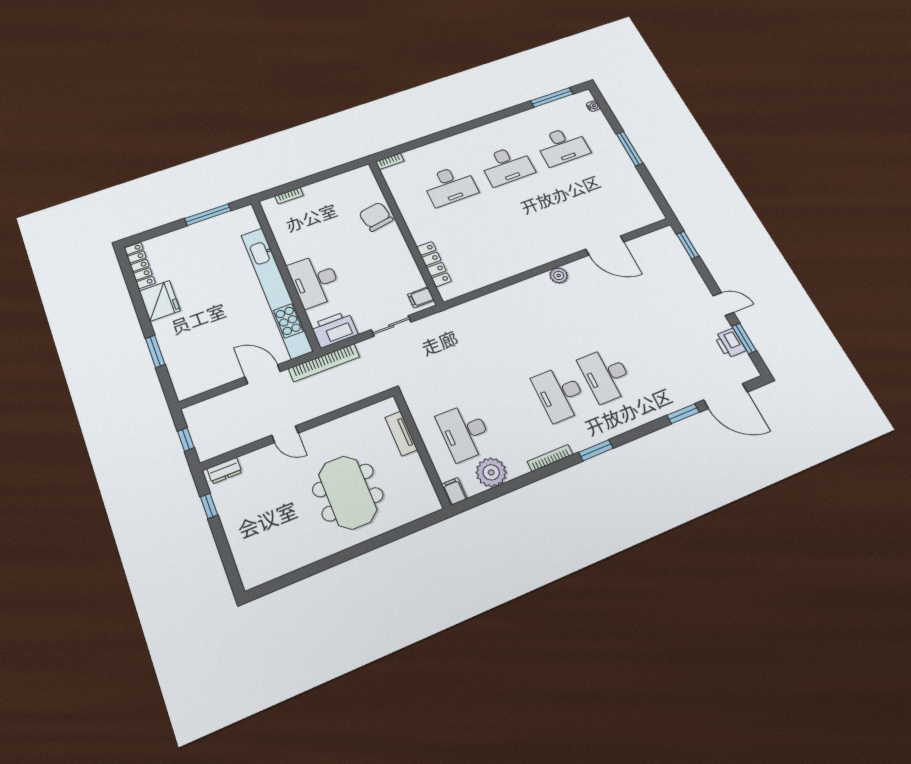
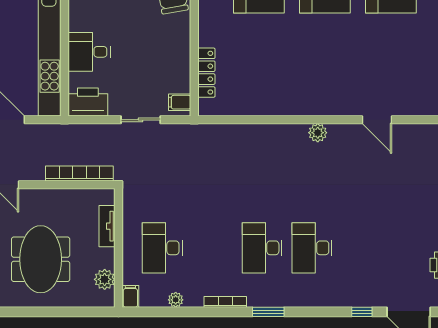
door: (605, 246) -> (377, 120), width x0.73
desk: (315, 281) -> (89, 52), width x0.73
bookcase: (324, 363) -> (79, 173), moved, turned 180
window: (683, 414) -> (362, 312), width x0.67
plant: (491, 472) -> (176, 300), width x0.53, depth x0.53
plant: (421, 486) -> (105, 279), added

